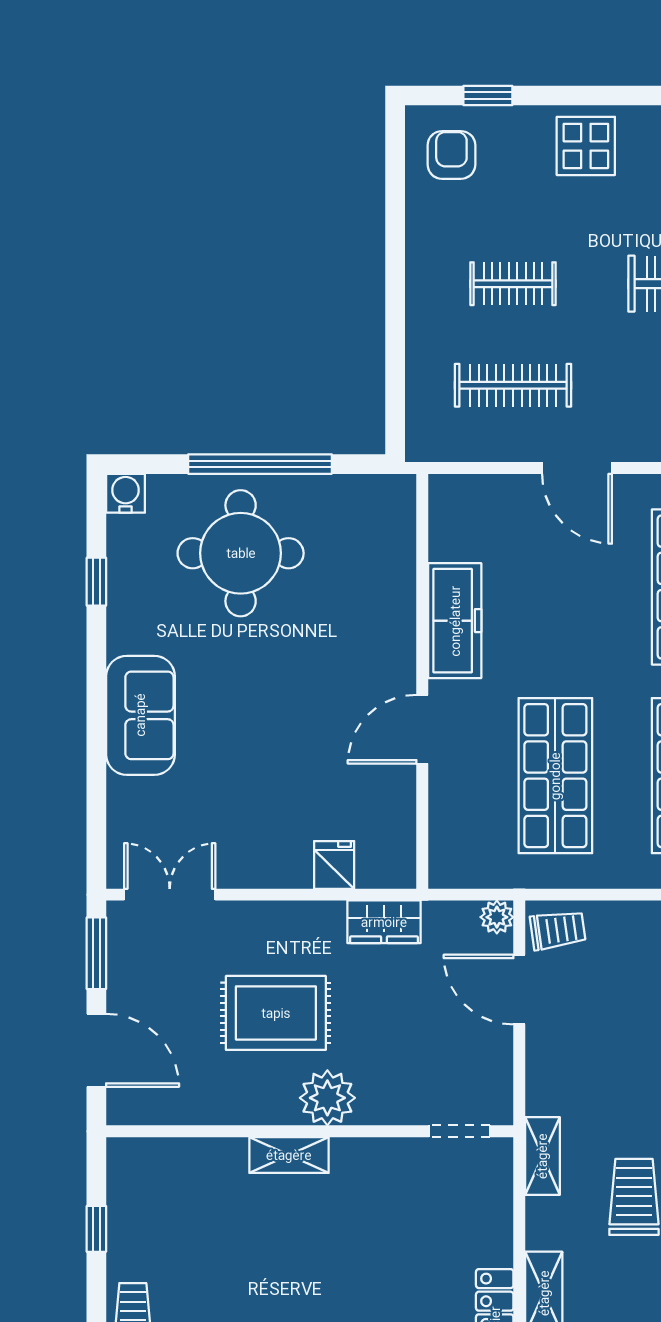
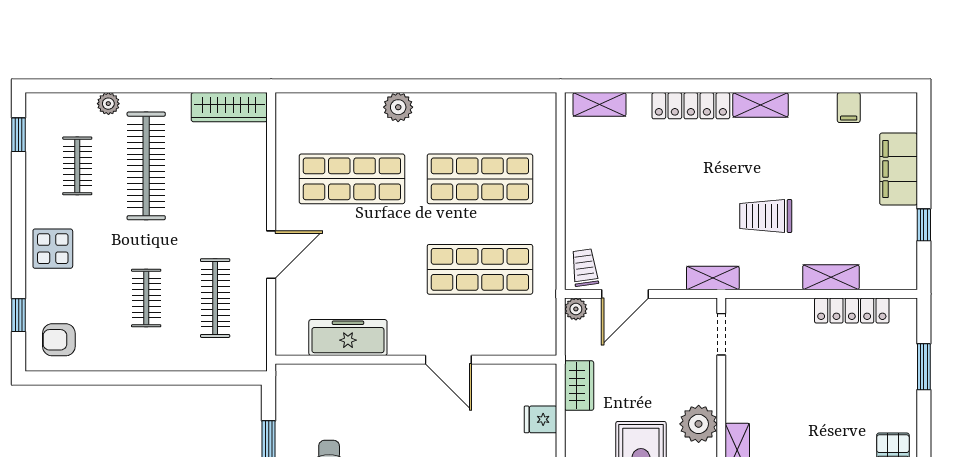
freezer: (455, 621) -> (348, 338), moved
shelving: (542, 1156) -> (713, 278), moved

